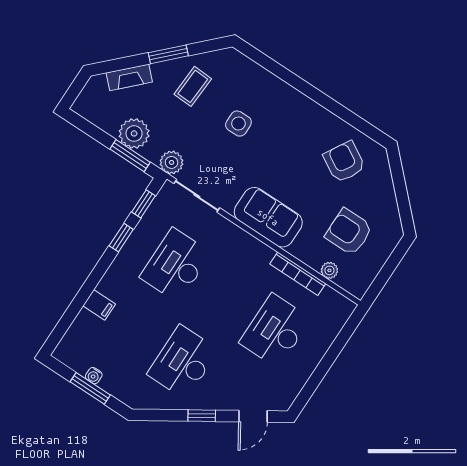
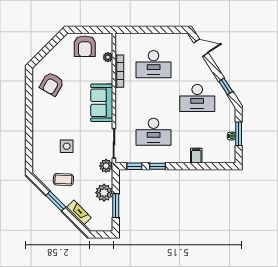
window: (130, 156) -> (116, 206), moved
armchair: (349, 232) -> (85, 46), moved
window: (202, 416) -> (226, 86), moved

